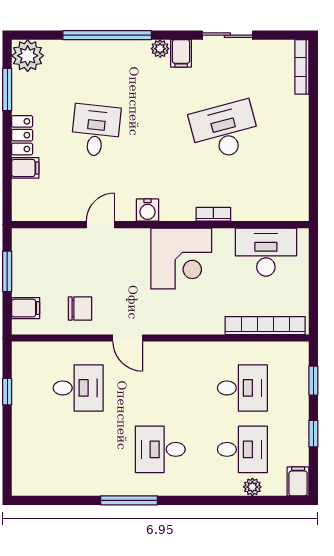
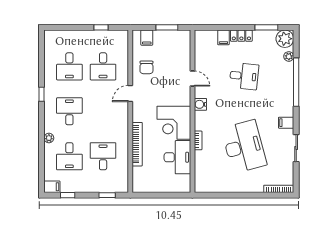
plant: (160, 49) -> (289, 56), moved
desk: (225, 130) -> (244, 147), width x1.36, depth x1.30
desk: (266, 252) -> (177, 157), moved
bookcase: (265, 326) -> (137, 144), moved
desk: (242, 388) -> (103, 156), turned 180
window: (313, 434) -> (68, 195), moved
desk: (78, 449) -> (69, 66), added
plant: (252, 487) -> (49, 138), moved
window: (129, 500) -> (42, 94), width x0.46

